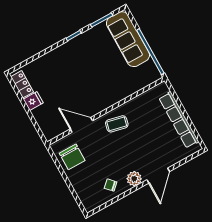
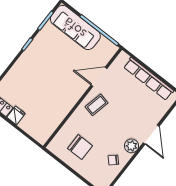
door: (81, 125) -> (99, 77), moved
chair: (72, 157) -> (80, 147), moved

